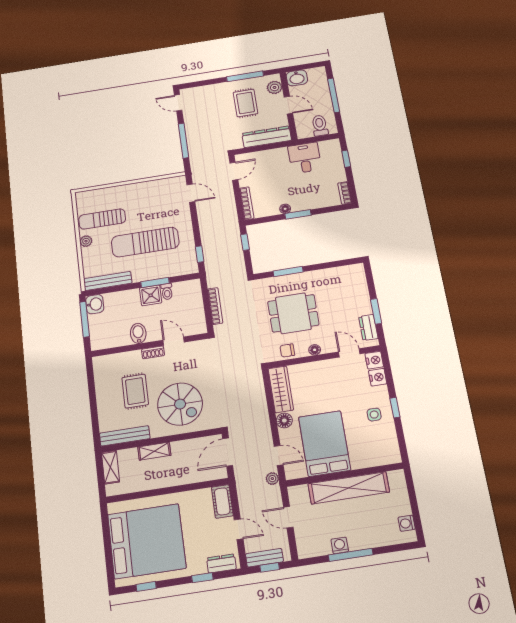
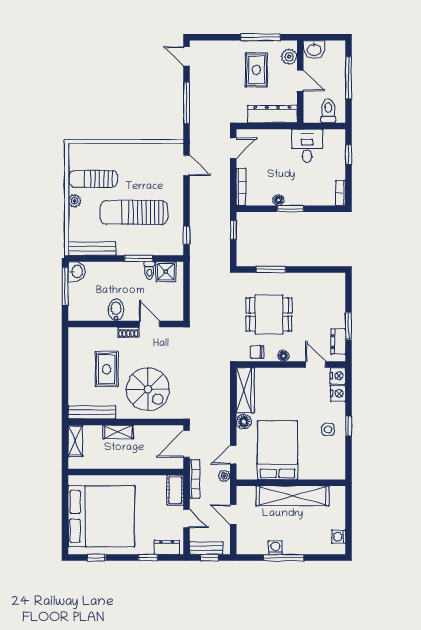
shower: (151, 295) -> (166, 272), moved
bookcase: (215, 306) -> (195, 479), moved
door: (279, 455) -> (233, 455), swing flipped

